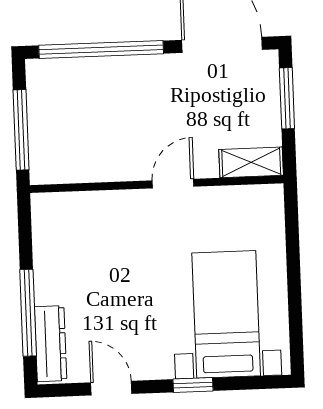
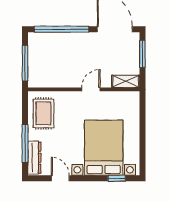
rug: (67, 242) -> (44, 113), added
bed with nightstands: (226, 314) -> (104, 148), width x1.36
window: (193, 385) -> (117, 178), moved

